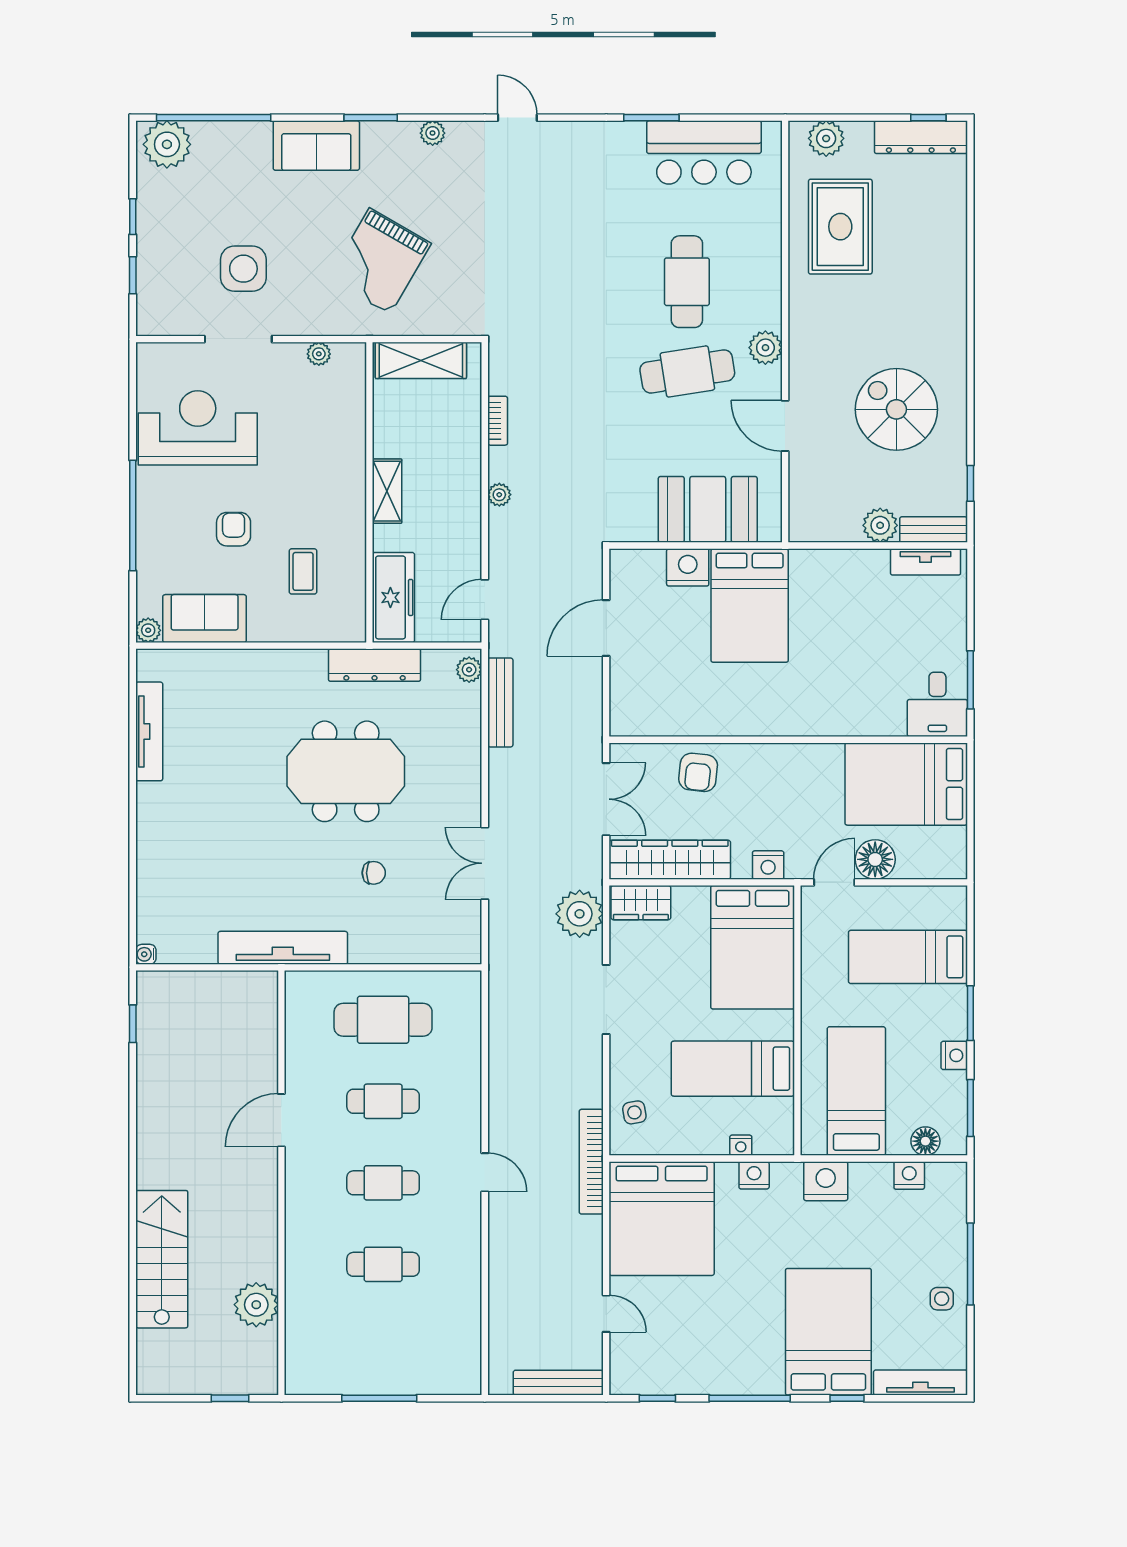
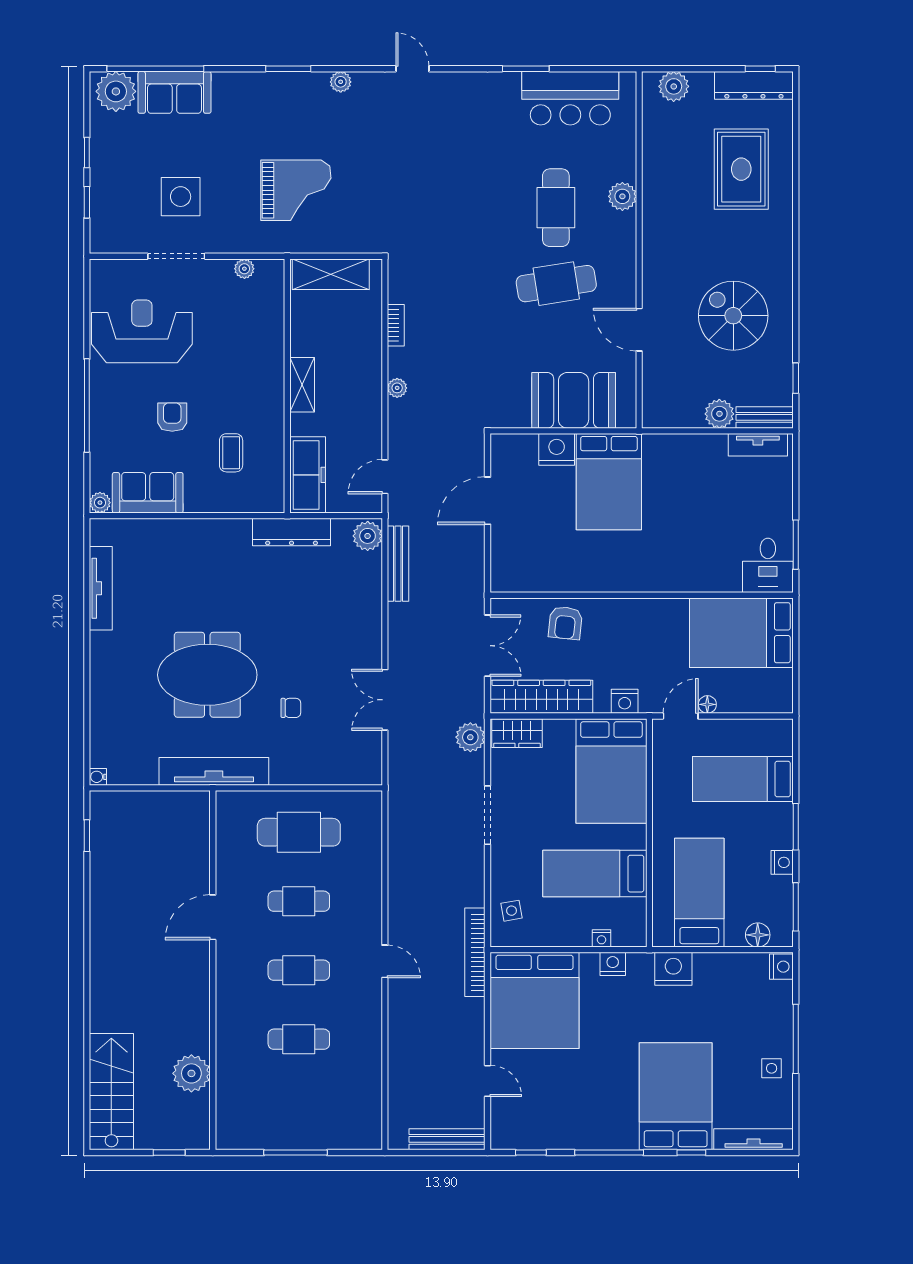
sofa: (316, 146) -> (174, 92), moved
rug: (840, 227) -> (741, 169), moved
grand piano: (380, 261) -> (296, 190), turned -120
plant: (765, 348) -> (622, 196), moved
plant: (469, 670) -> (368, 536), width x1.38, depth x1.38
meeting table: (346, 771) -> (207, 675), moved
floor lamp: (875, 859) -> (707, 704), width x0.53, depth x0.53
plant: (580, 914) -> (470, 737), width x0.73, depth x0.73
nightstand: (909, 1176) -> (781, 967), moved, turned 90
stairs: (162, 1259) -> (111, 1092), moved

